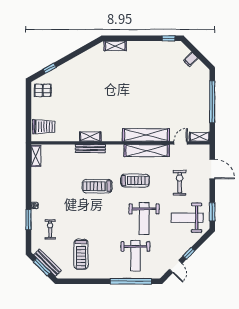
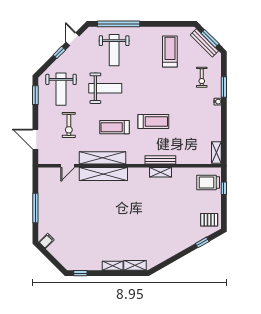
filing cabinet: (191, 59) -> (47, 241), moved
window: (212, 102) -> (35, 208), width x0.68
window: (28, 121) -> (224, 188), added
shelving: (200, 137) -> (113, 266), moved
weight bench: (187, 218) -> (61, 89), turned 90
weight bench: (144, 219) -> (105, 88), turned 90
weight bench: (135, 256) -> (114, 50), turned 180

